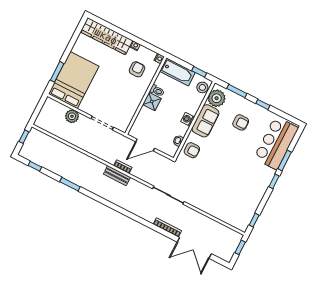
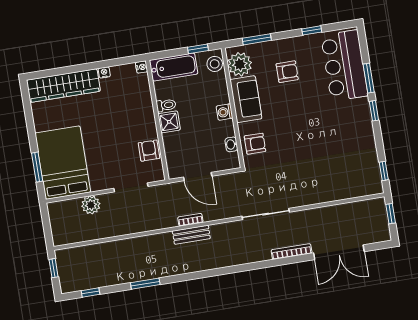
armchair: (137, 69) -> (149, 151), moved
window: (263, 104) -> (312, 30), moved
door: (145, 145) -> (198, 177), hinge flipped

